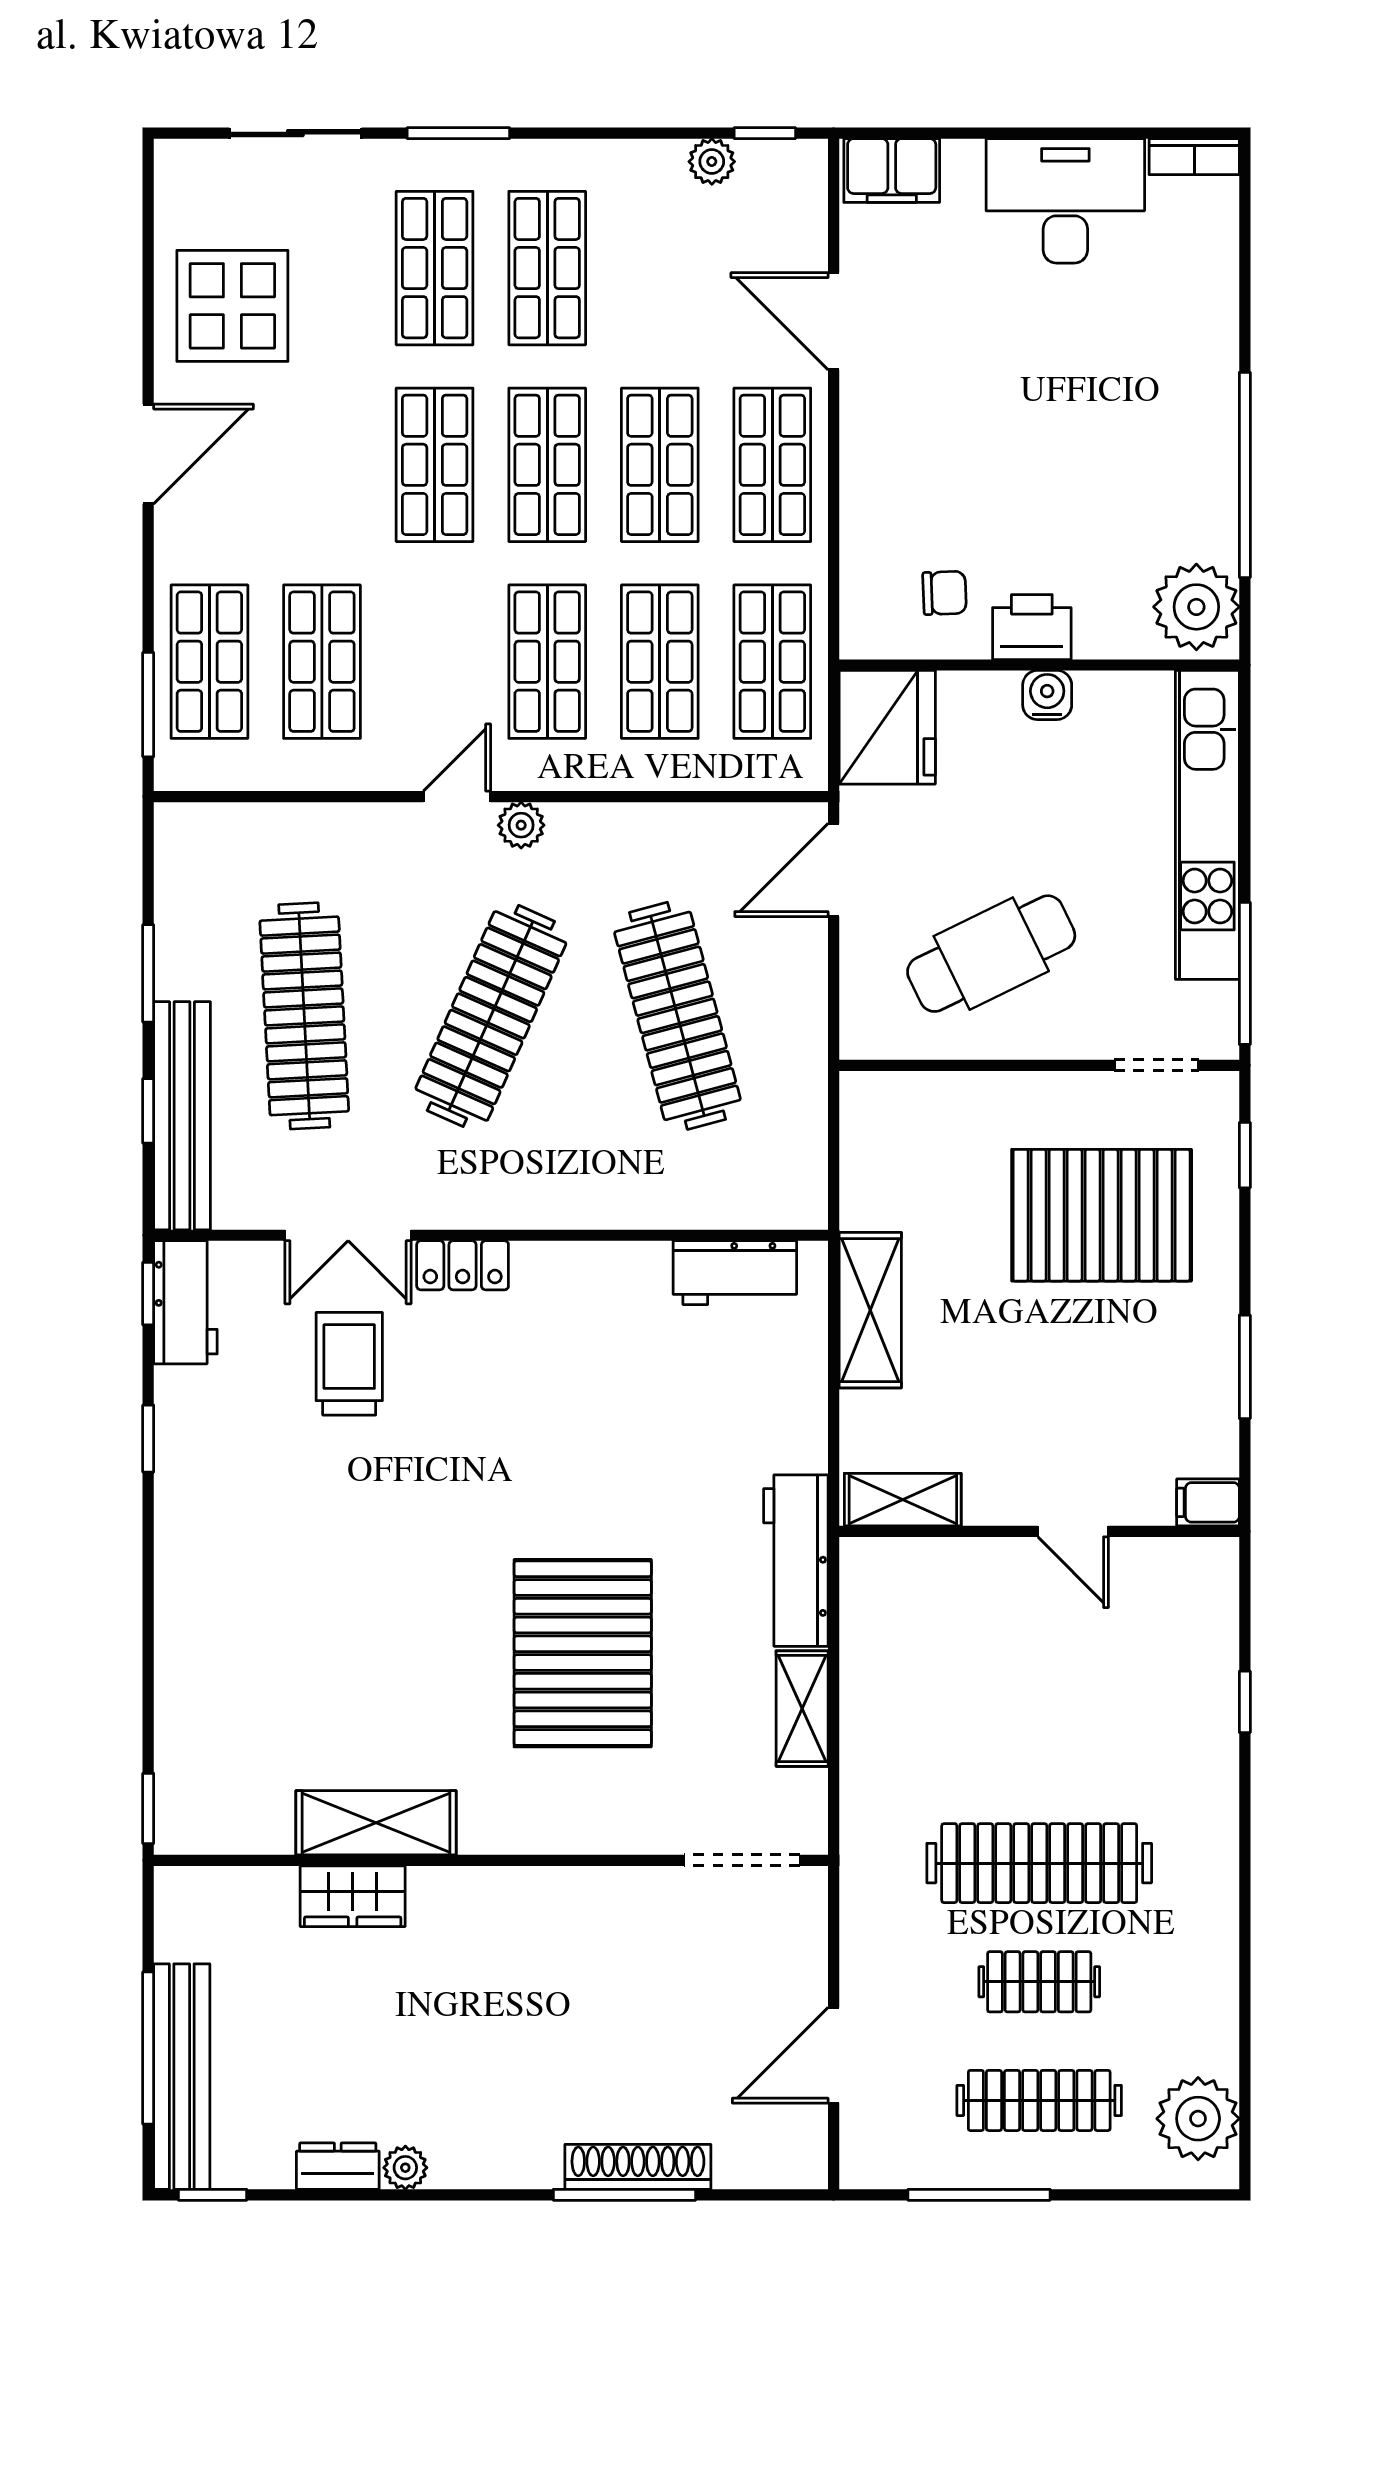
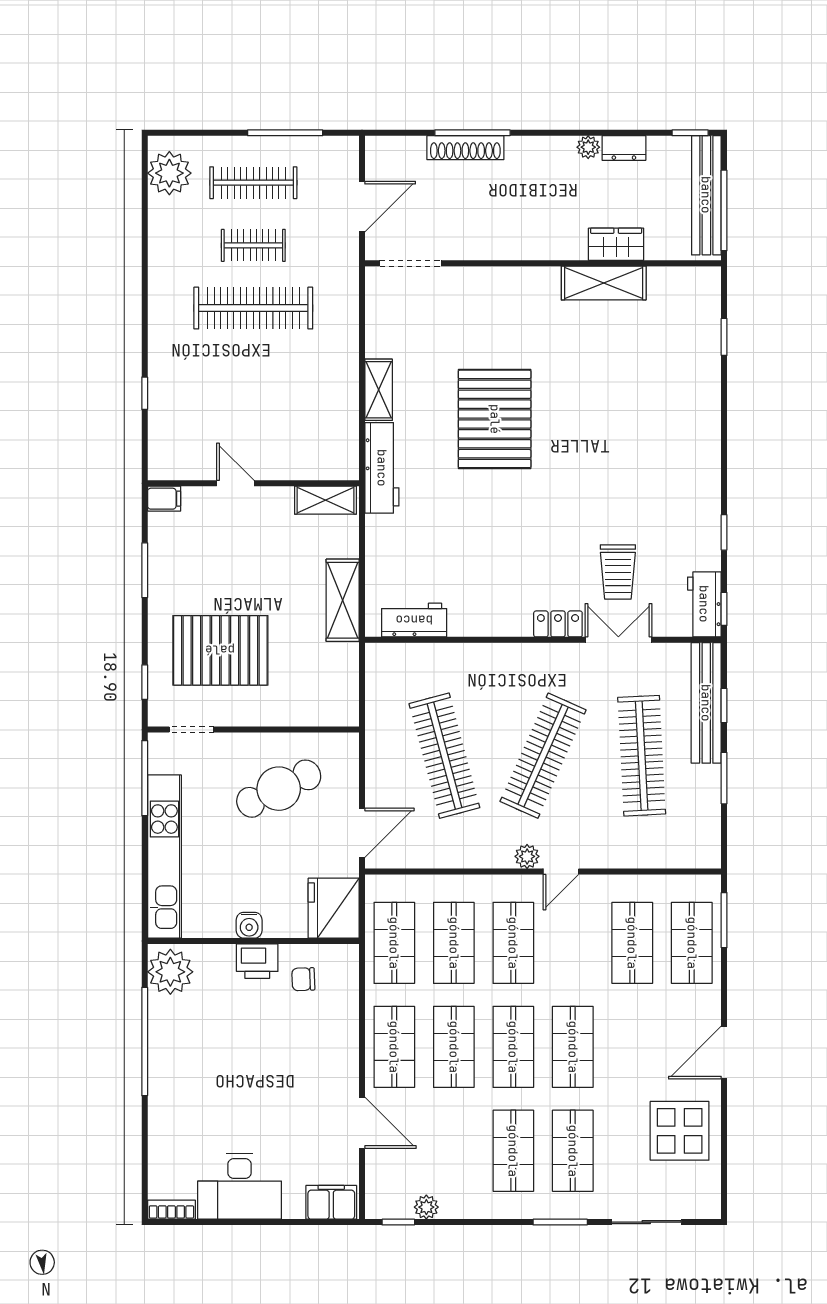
shelving: (376, 1823) -> (604, 283), moved
wall: (491, 1860) -> (543, 263), moved
doorway: (742, 1860) -> (410, 263), moved
wardrobe: (353, 1896) -> (616, 244), moved

